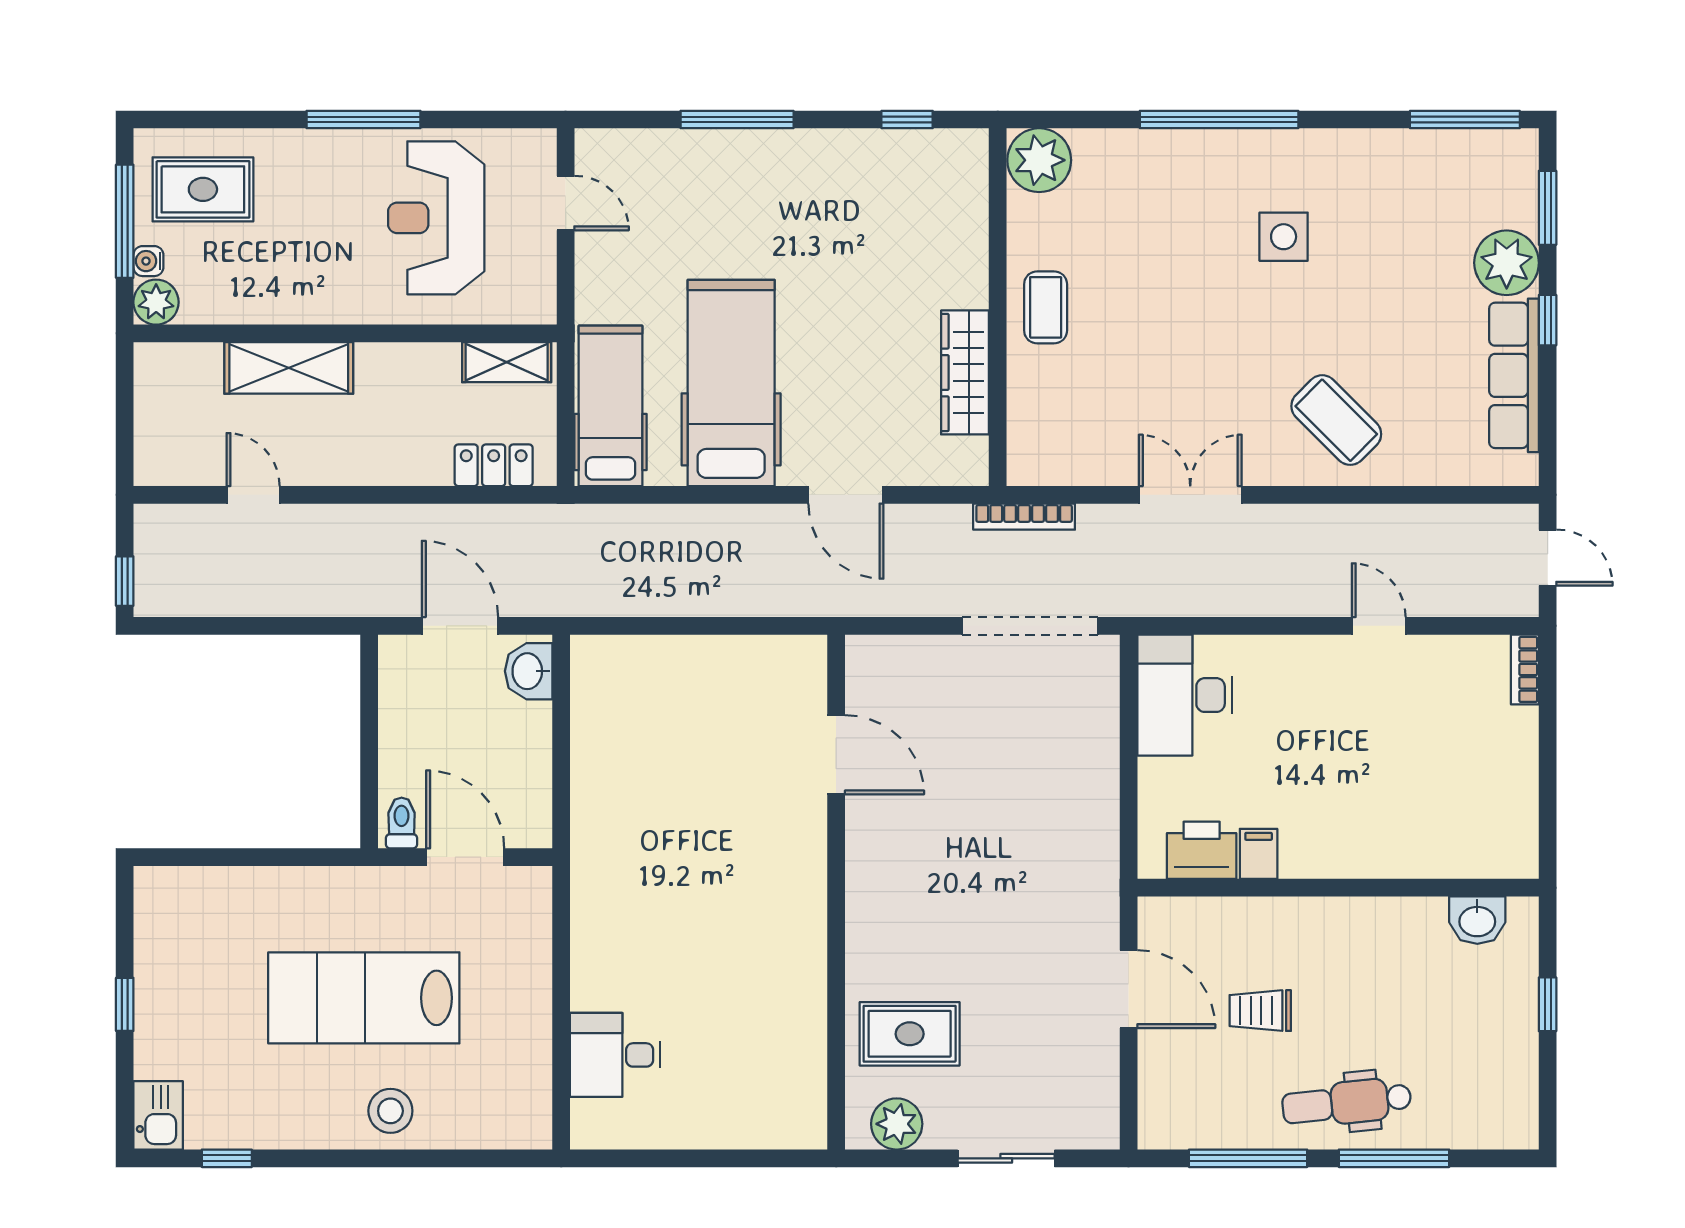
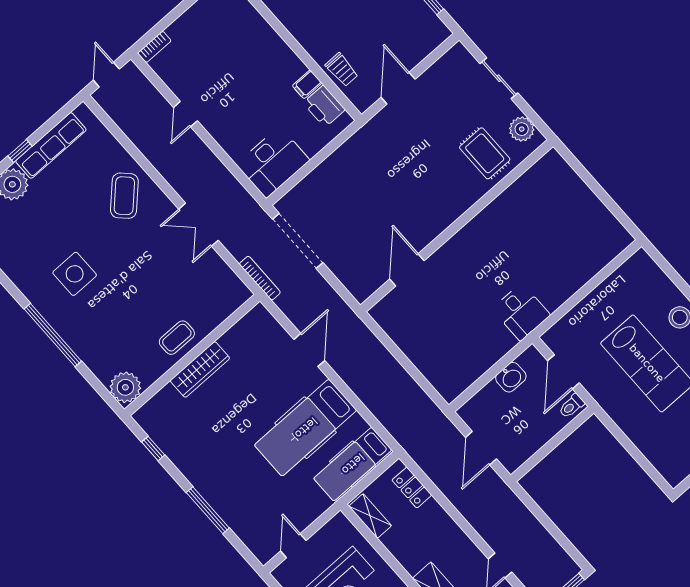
side table: (1284, 237) -> (75, 274), width x1.37, depth x1.37
wardrobe: (965, 372) -> (200, 369), moved
washbasin: (529, 671) -> (511, 377), moved
trolley: (1260, 1011) -> (342, 70), moved
desk: (615, 1055) -> (521, 312), moved

